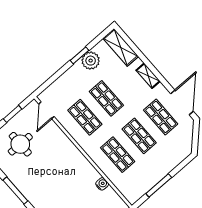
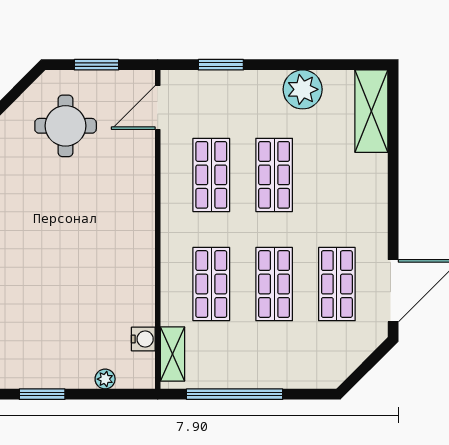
window: (79, 55) -> (221, 65), moved
shelving: (148, 76) -> (173, 354), moved
water cooler: (102, 184) -> (143, 339), moved
window: (159, 185) -> (235, 394), width x1.46

